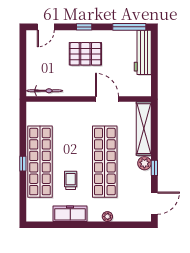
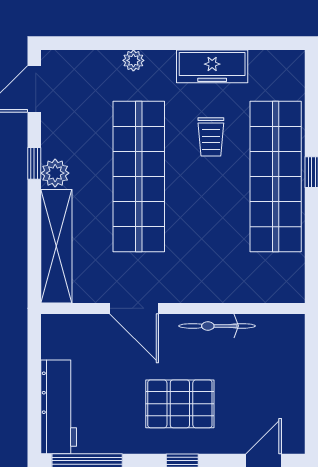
bicycle: (45, 91) -> (217, 326), moved

